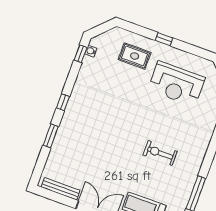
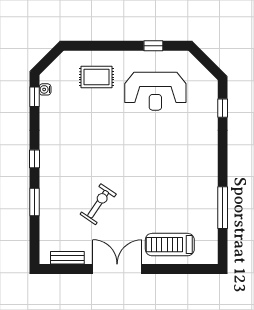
window: (164, 39) -> (153, 46), moved
exercise bike: (160, 153) -> (98, 204), moved, turned 124
bench: (61, 189) -> (67, 258), width x0.73

